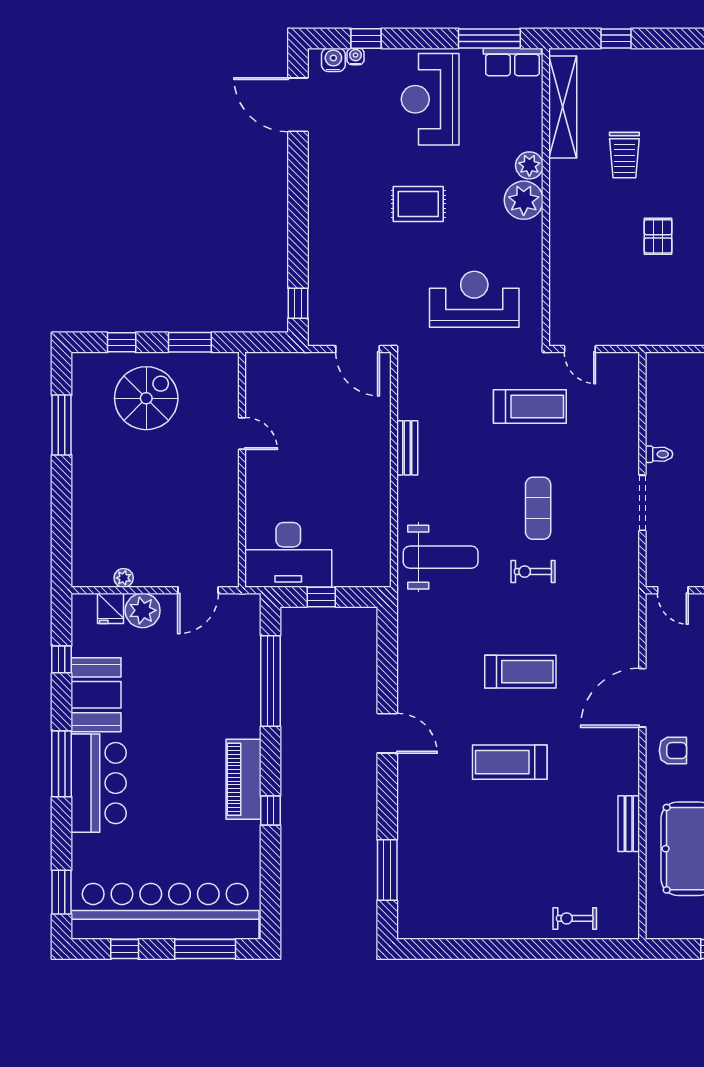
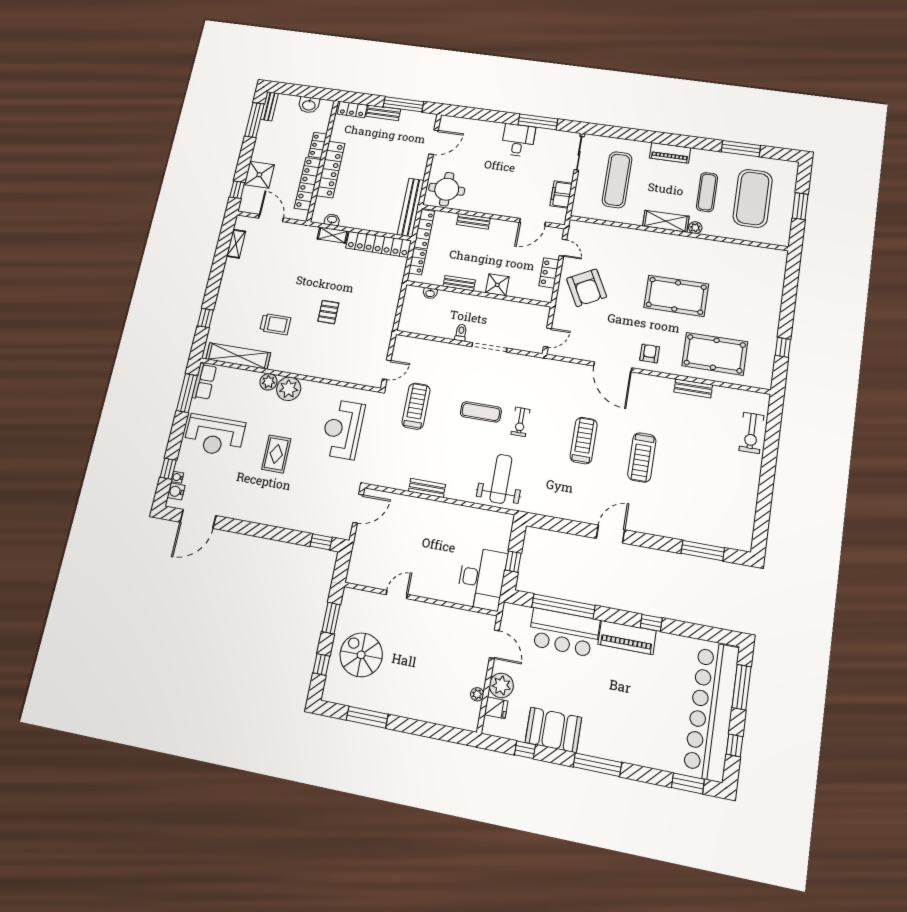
pallet: (658, 236) -> (328, 312), turned 90
bar counter: (99, 783) -> (564, 632), moved, turned 180
exercise bike: (575, 918) -> (751, 433), width x1.38, depth x1.39

